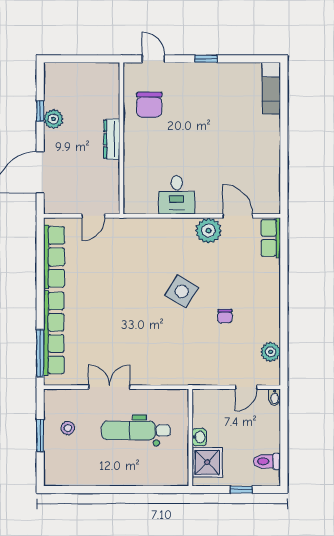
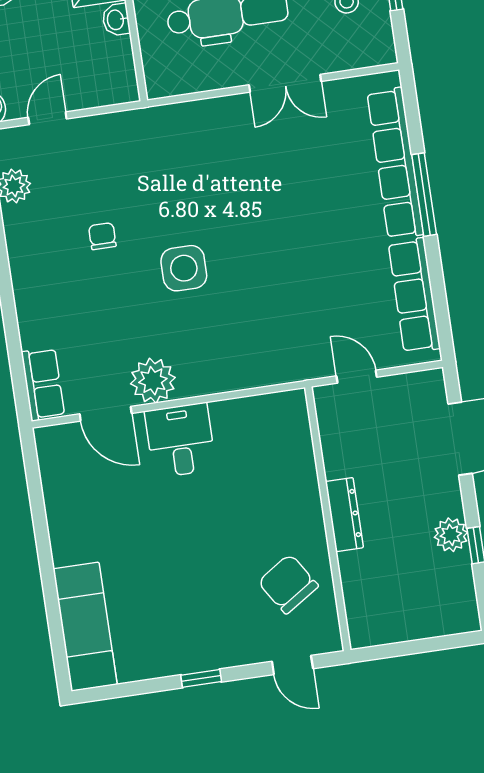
exam couch: (271, 88) -> (85, 627), width x1.36, depth x1.45
chair: (149, 105) -> (288, 584), turned -33
desk: (177, 195) -> (180, 440), moved
door: (93, 216) -> (357, 377), hinge flipped
side table: (182, 291) -> (184, 268), turned -31
window: (40, 353) -> (424, 195), moved

